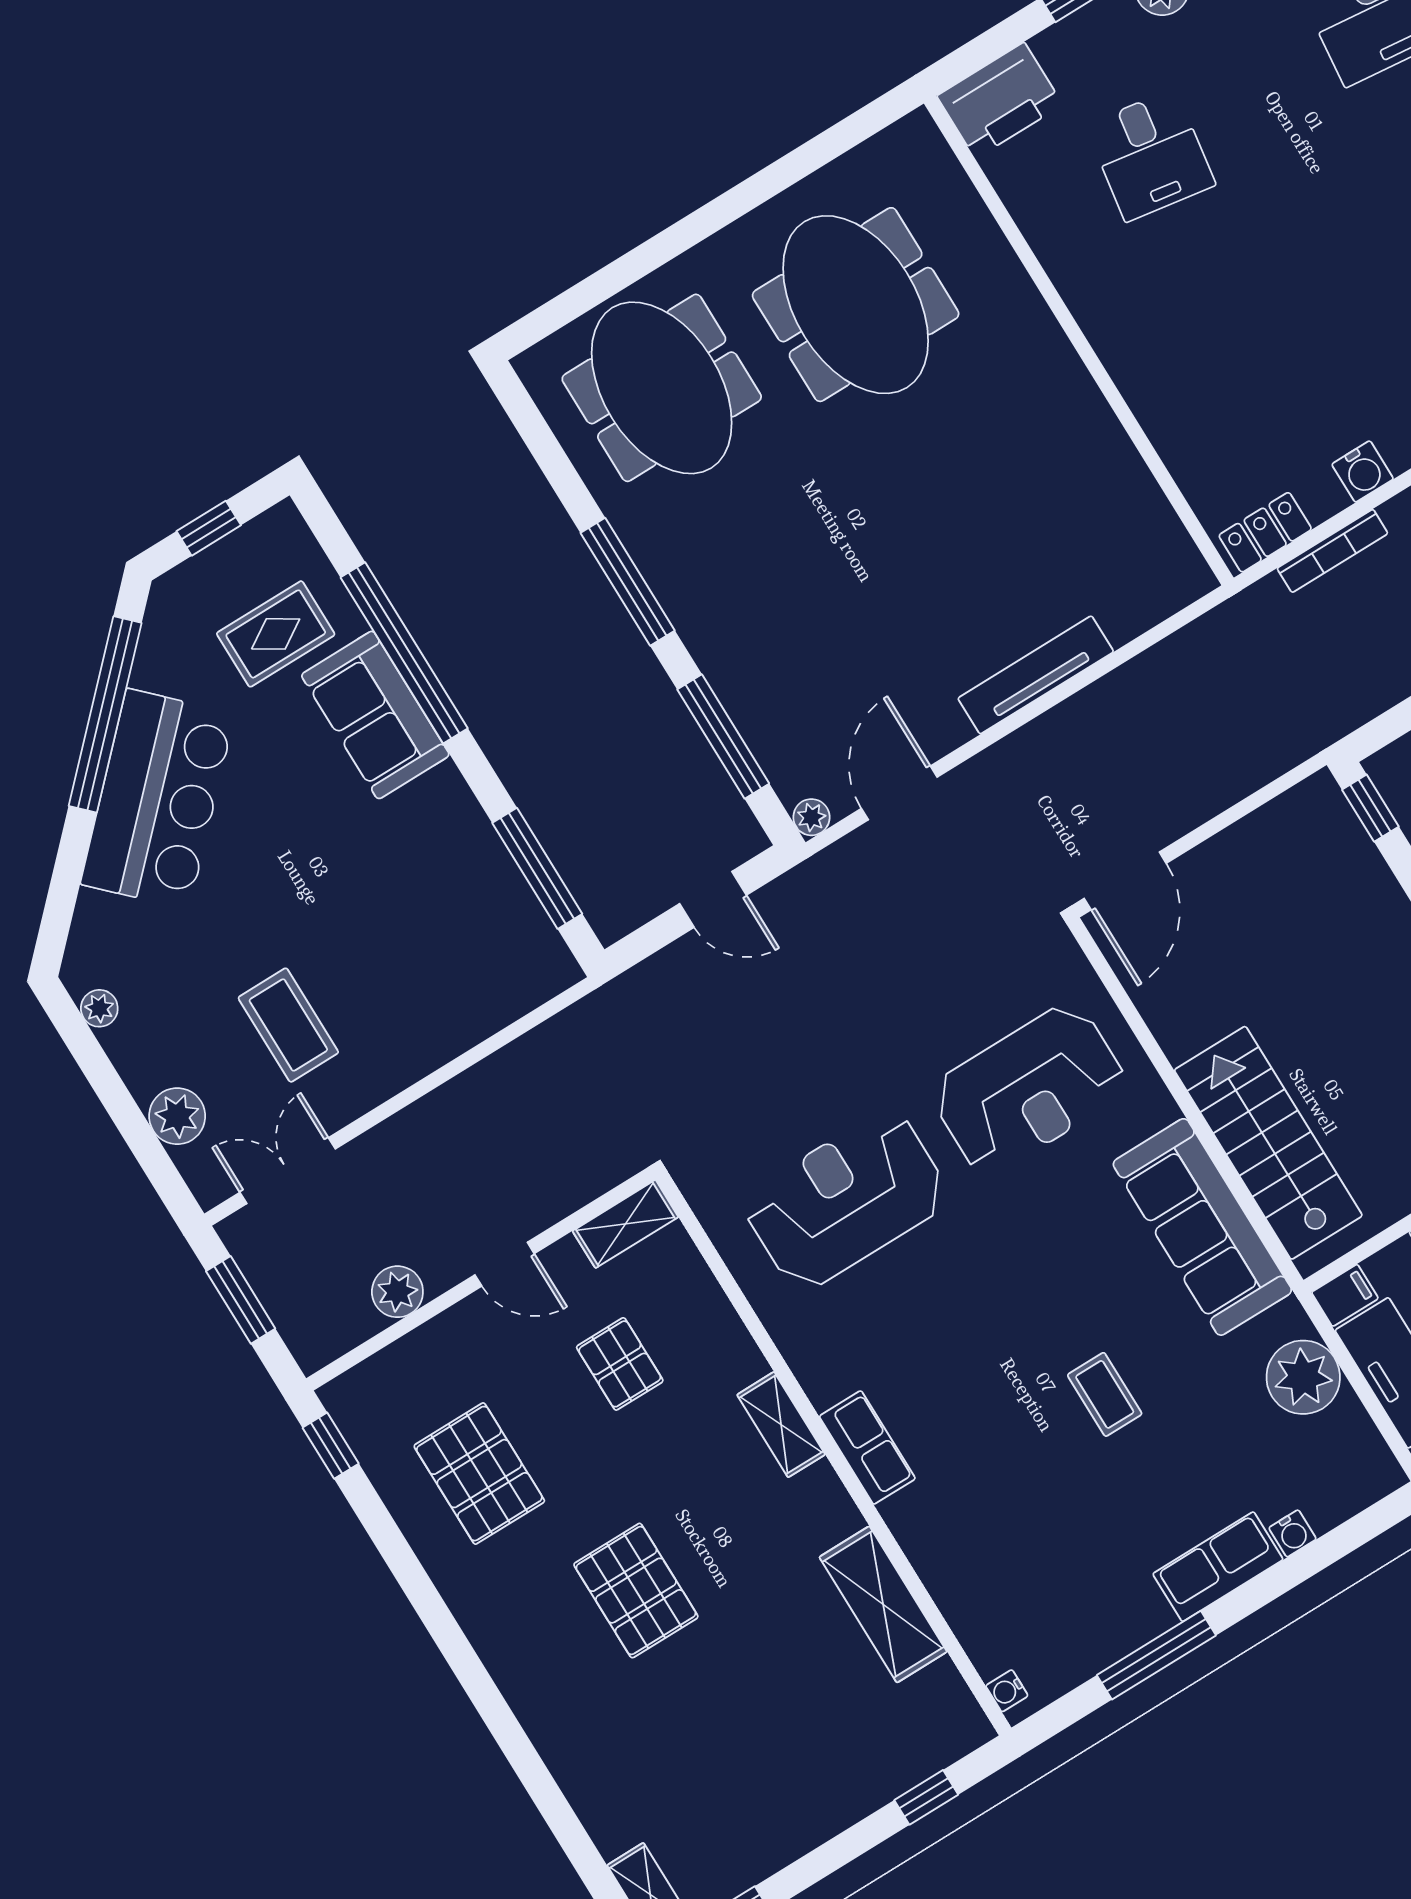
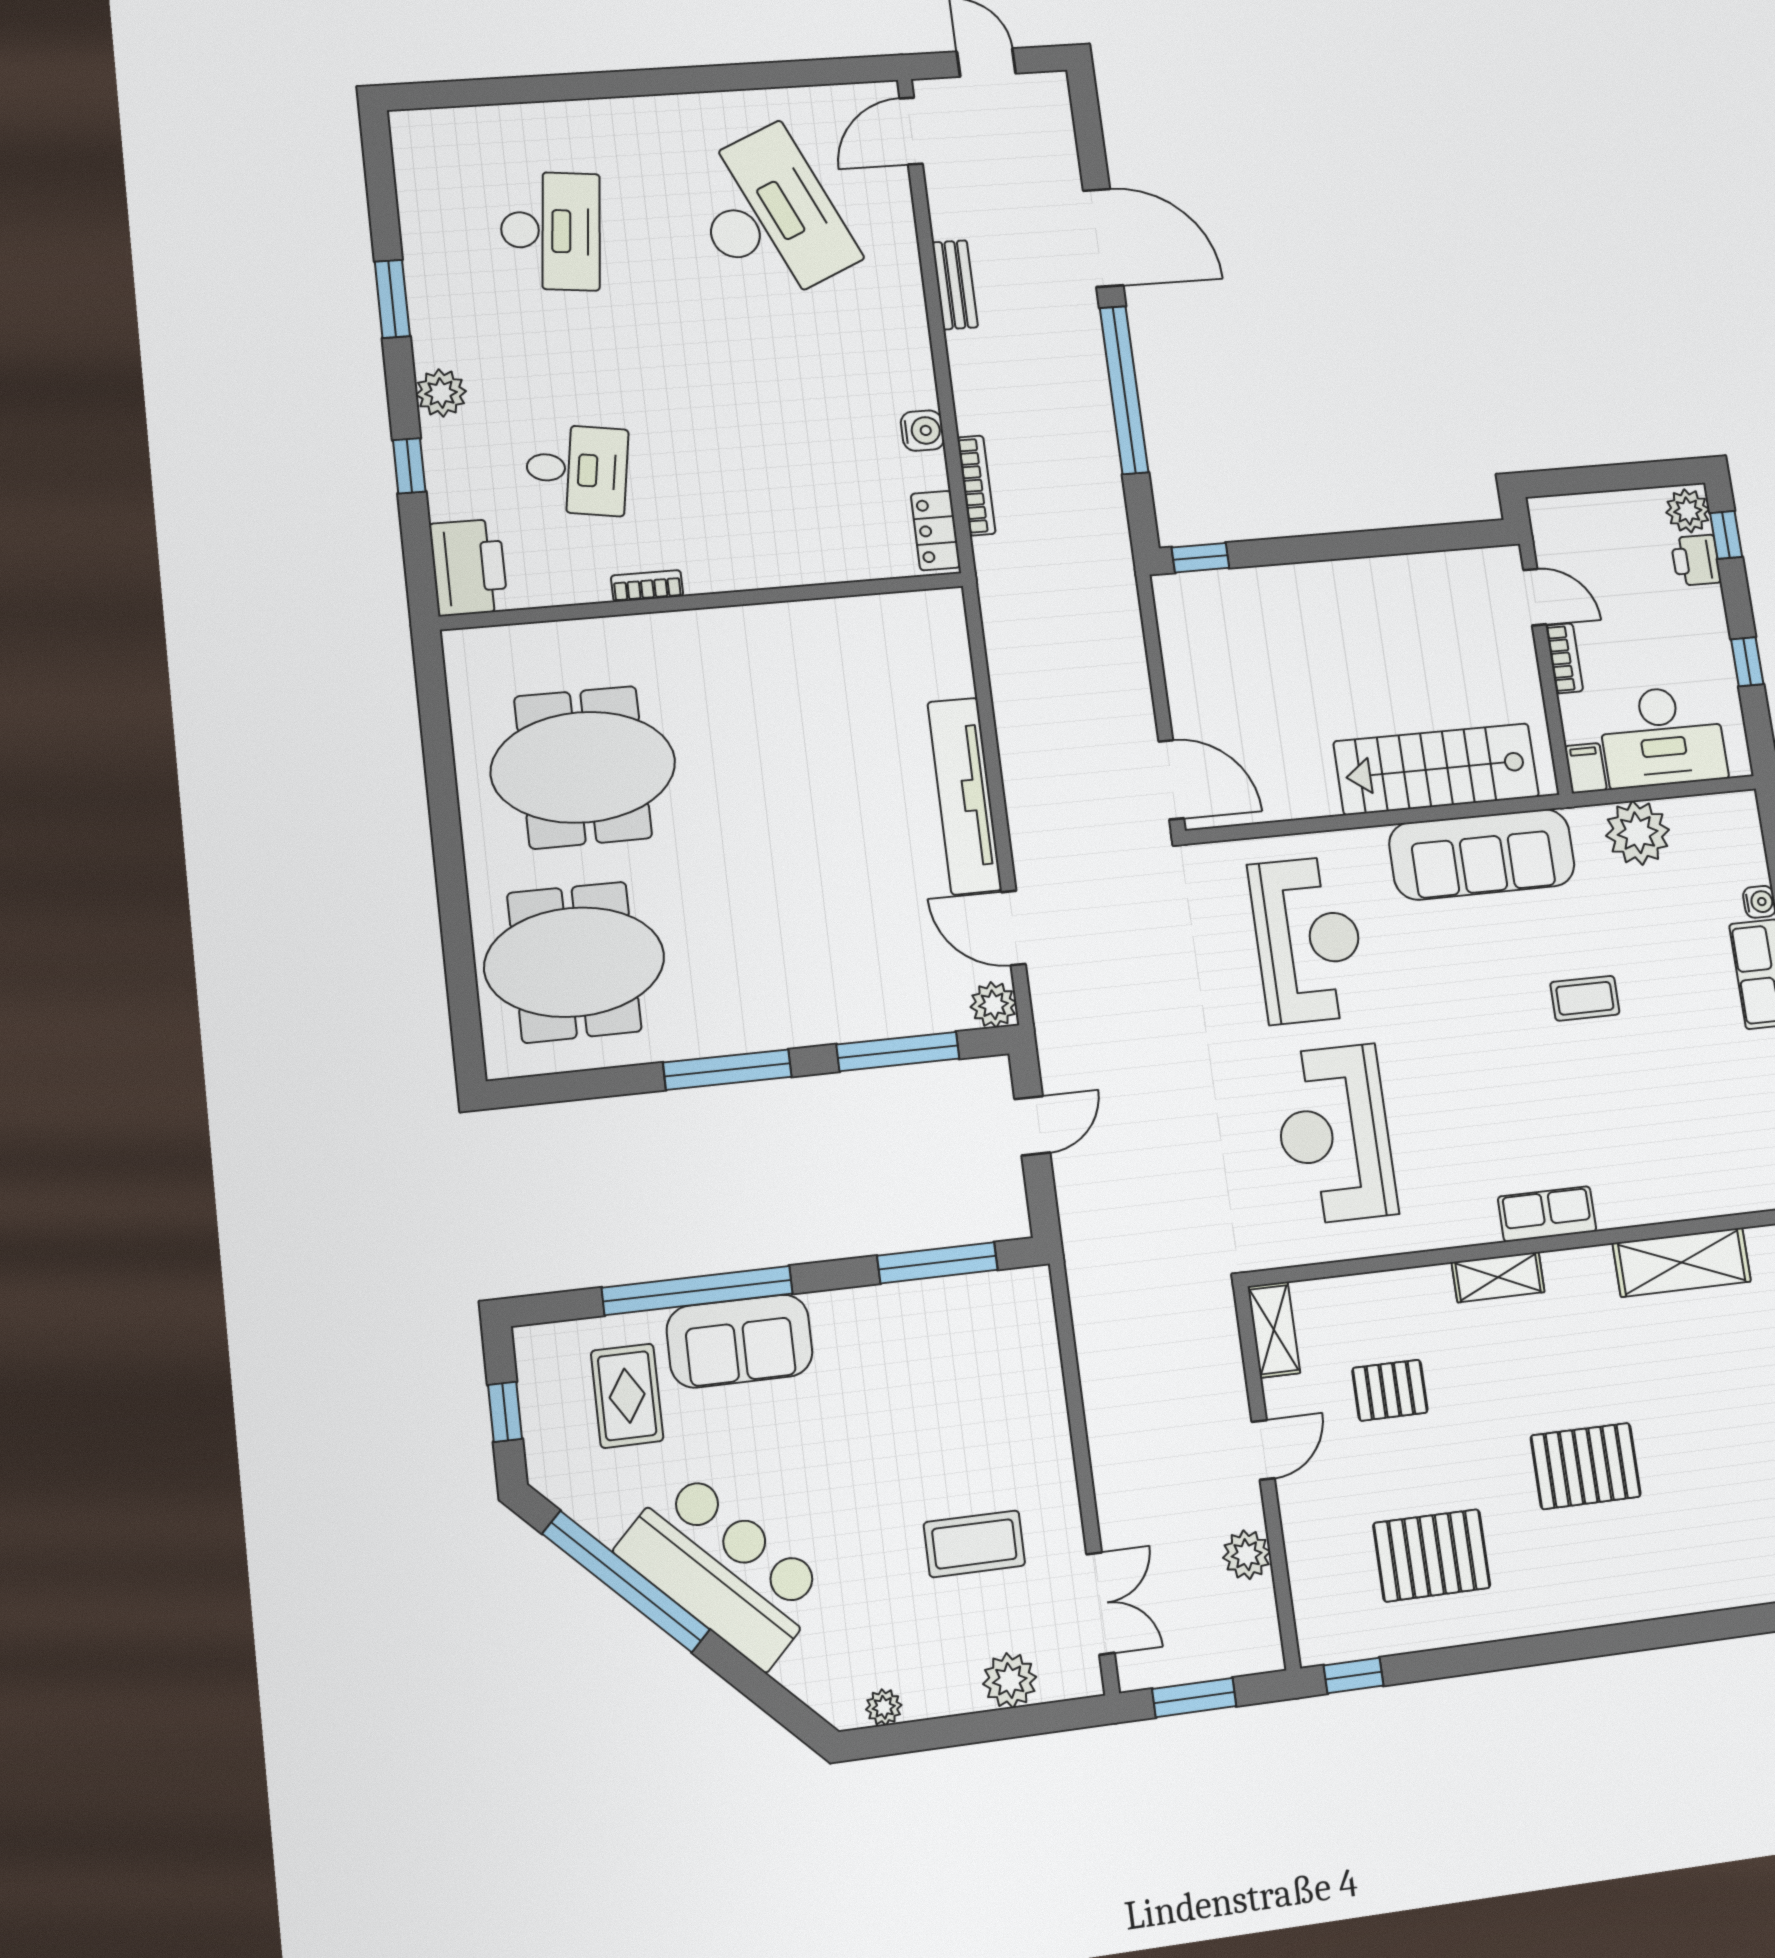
bookcase: (1067, 279) -> (647, 586), added
tv unit: (1036, 675) -> (965, 796), width x1.36, depth x1.29
plant: (811, 817) -> (993, 1005), width x1.38, depth x1.38
double door: (288, 1171) -> (1100, 1603), swing flipped

